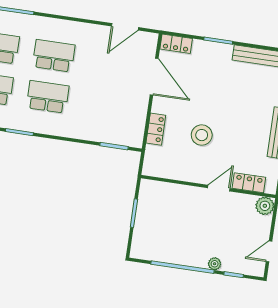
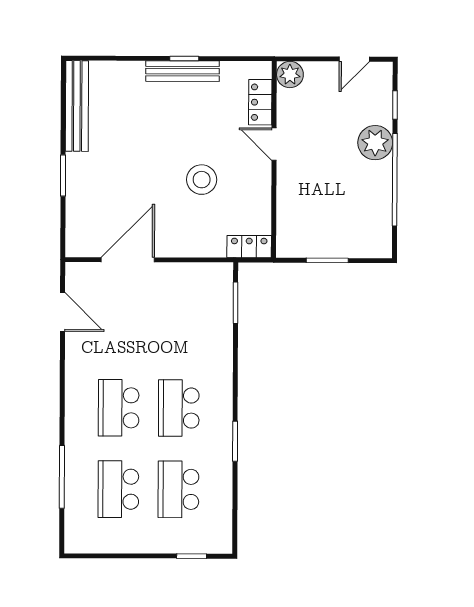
locker: (176, 44) -> (76, 235), removed
locker: (156, 129) -> (249, 247), moved
door: (269, 251) -> (354, 59), hinge flipped
plant: (215, 264) -> (375, 143), width x1.88, depth x1.88

